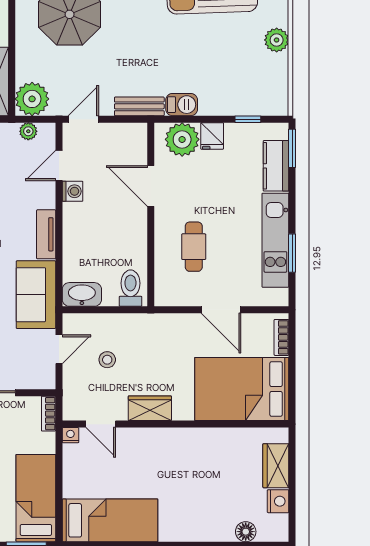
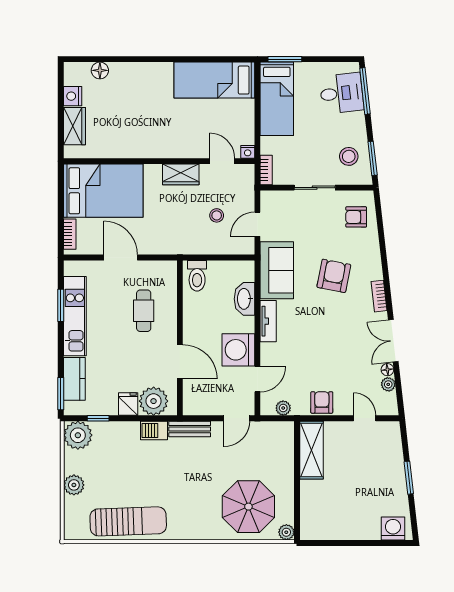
plant: (32, 99) -> (78, 435), moved
washing machine: (72, 191) -> (238, 350), width x1.89, depth x1.89
washbasin: (82, 294) -> (244, 299), moved, turned 90

